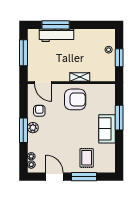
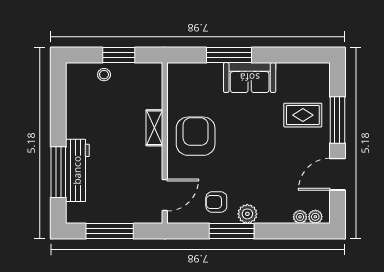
window: (23, 130) -> (232, 231), moved

